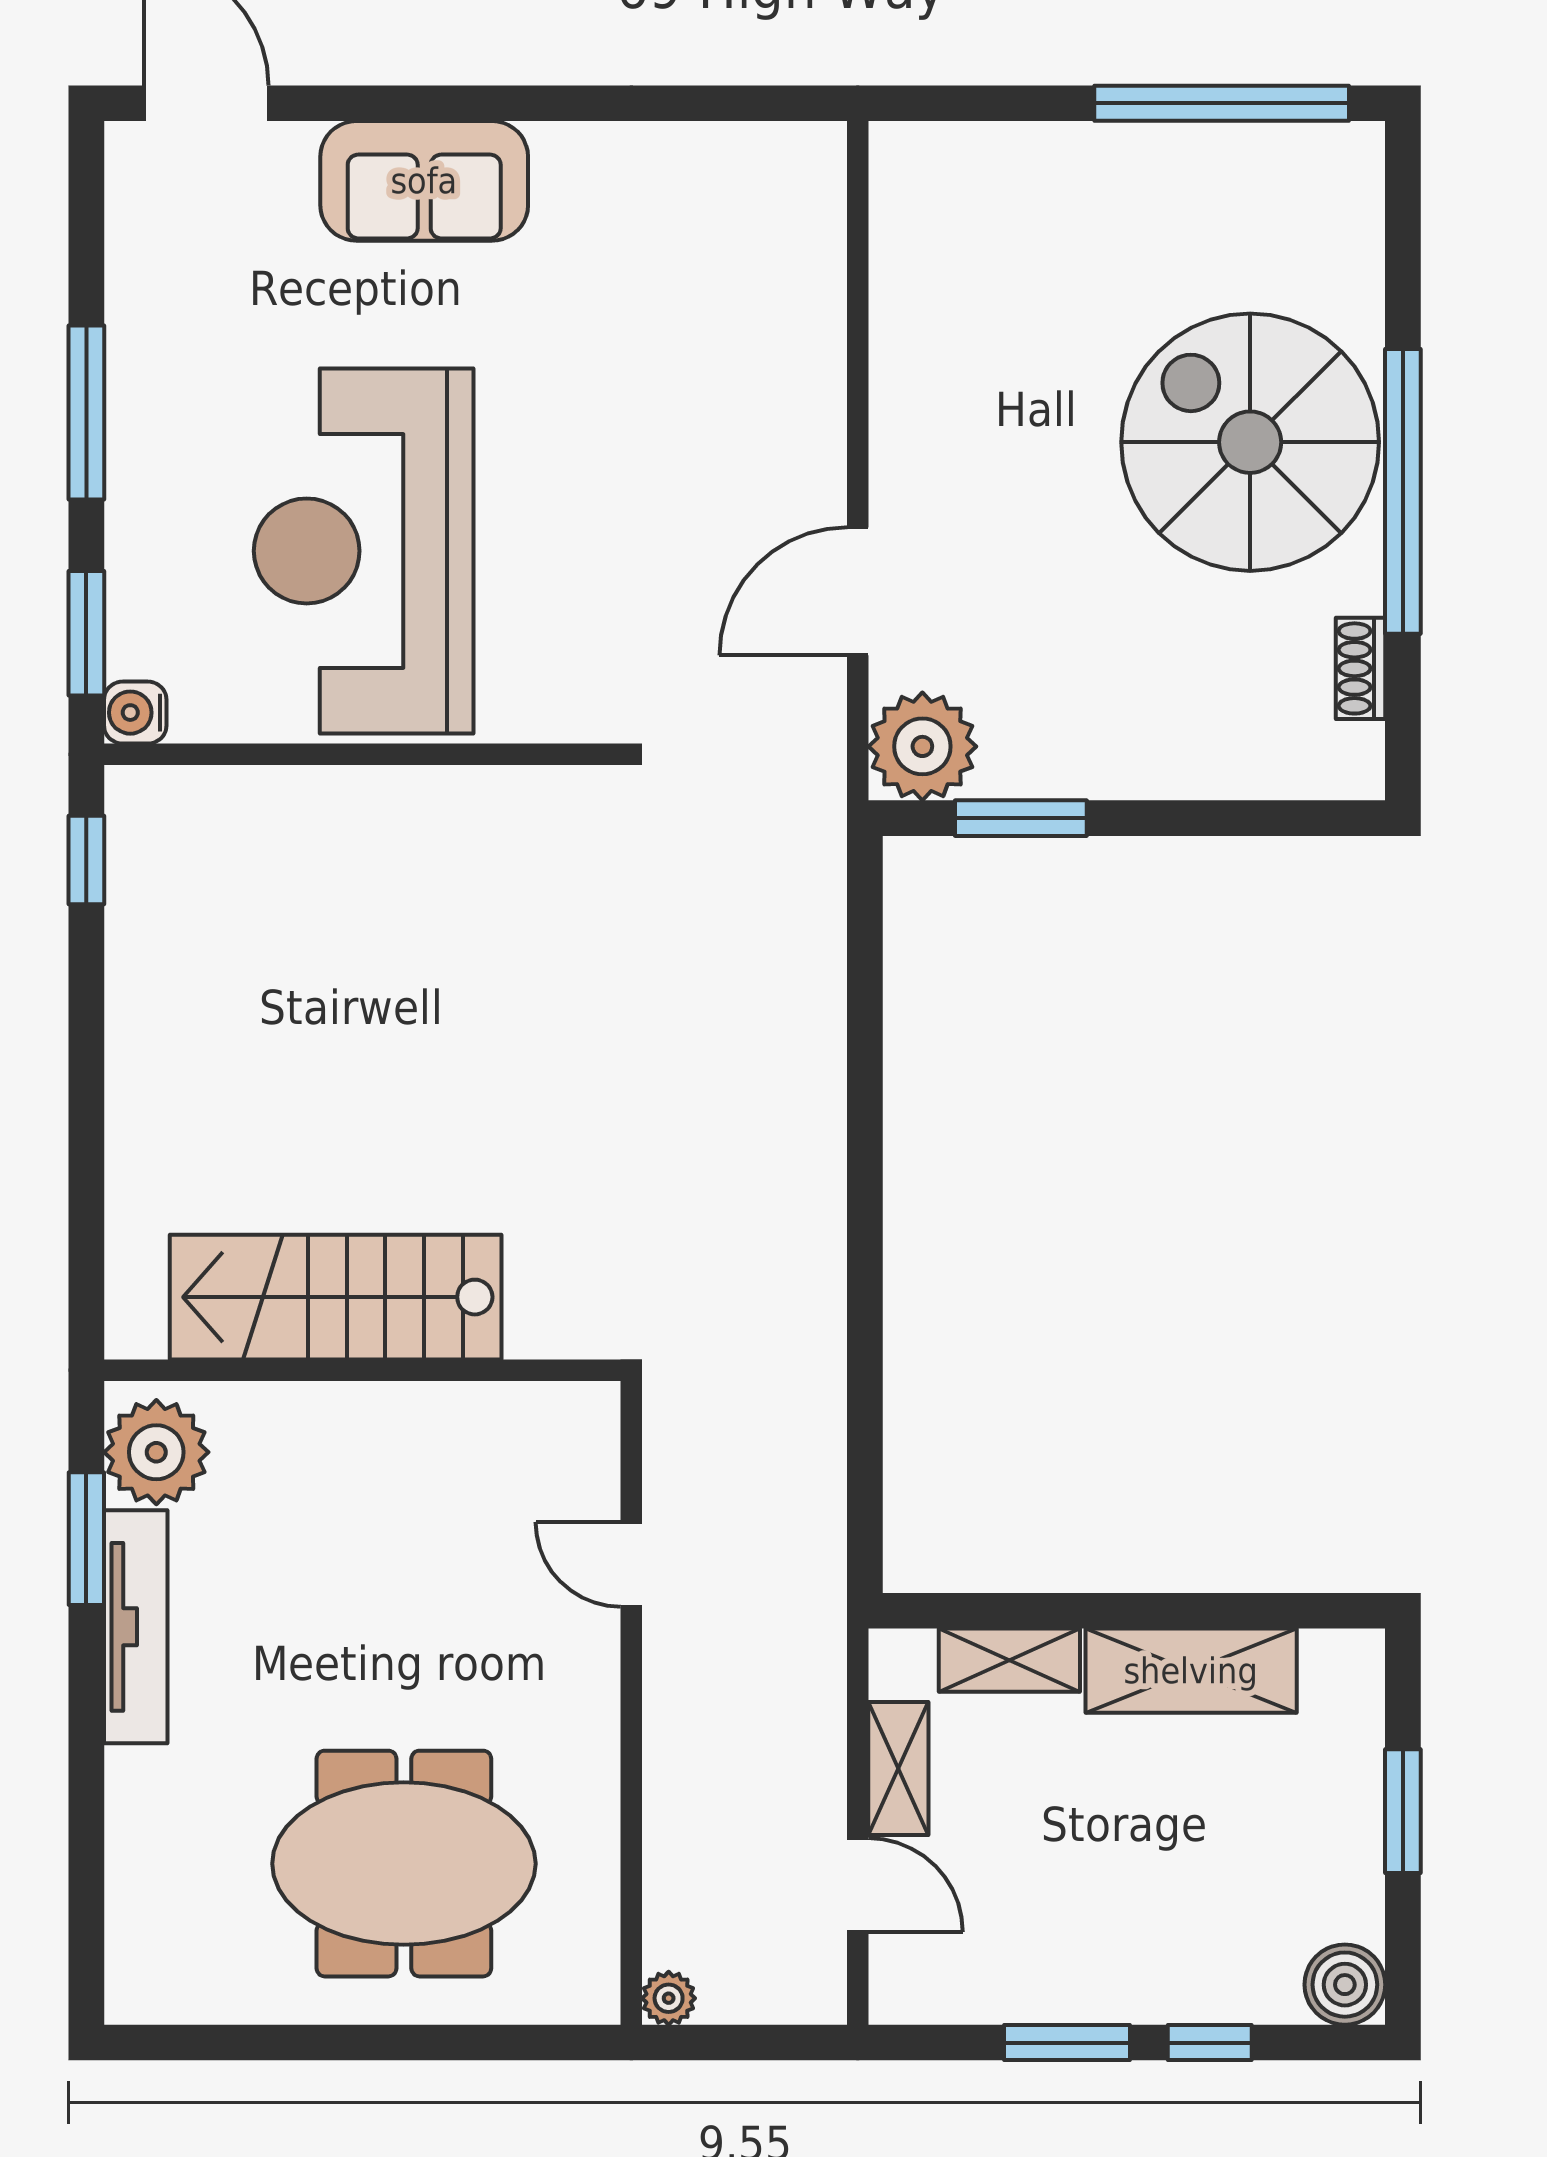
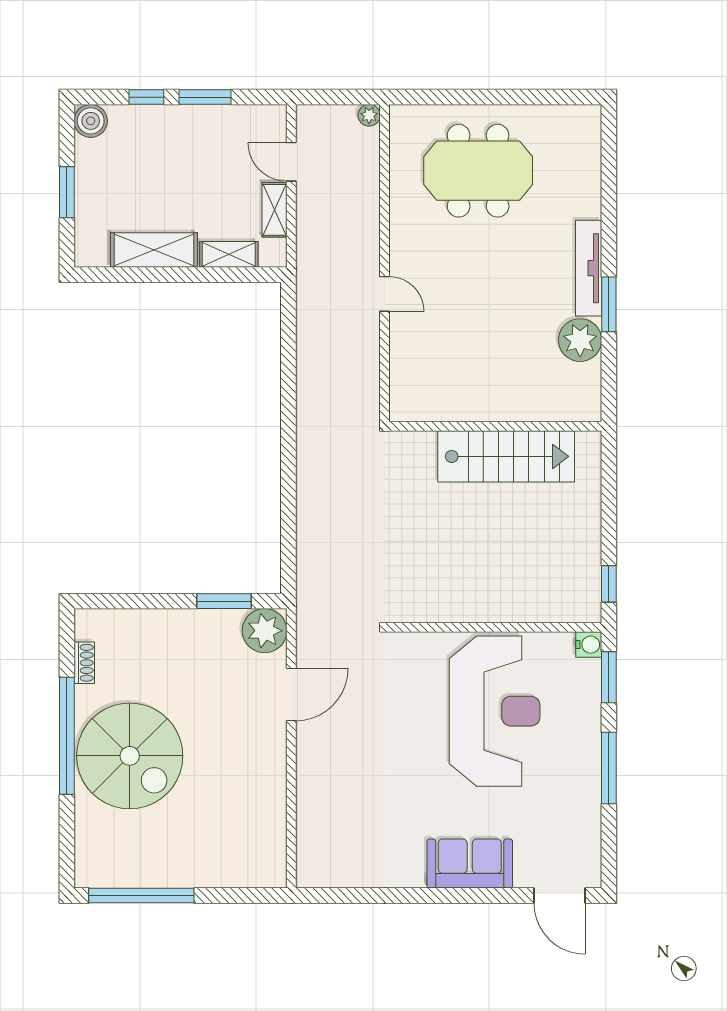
stairs: (336, 1297) -> (506, 456), moved
wall: (362, 1370) -> (495, 426), moved

